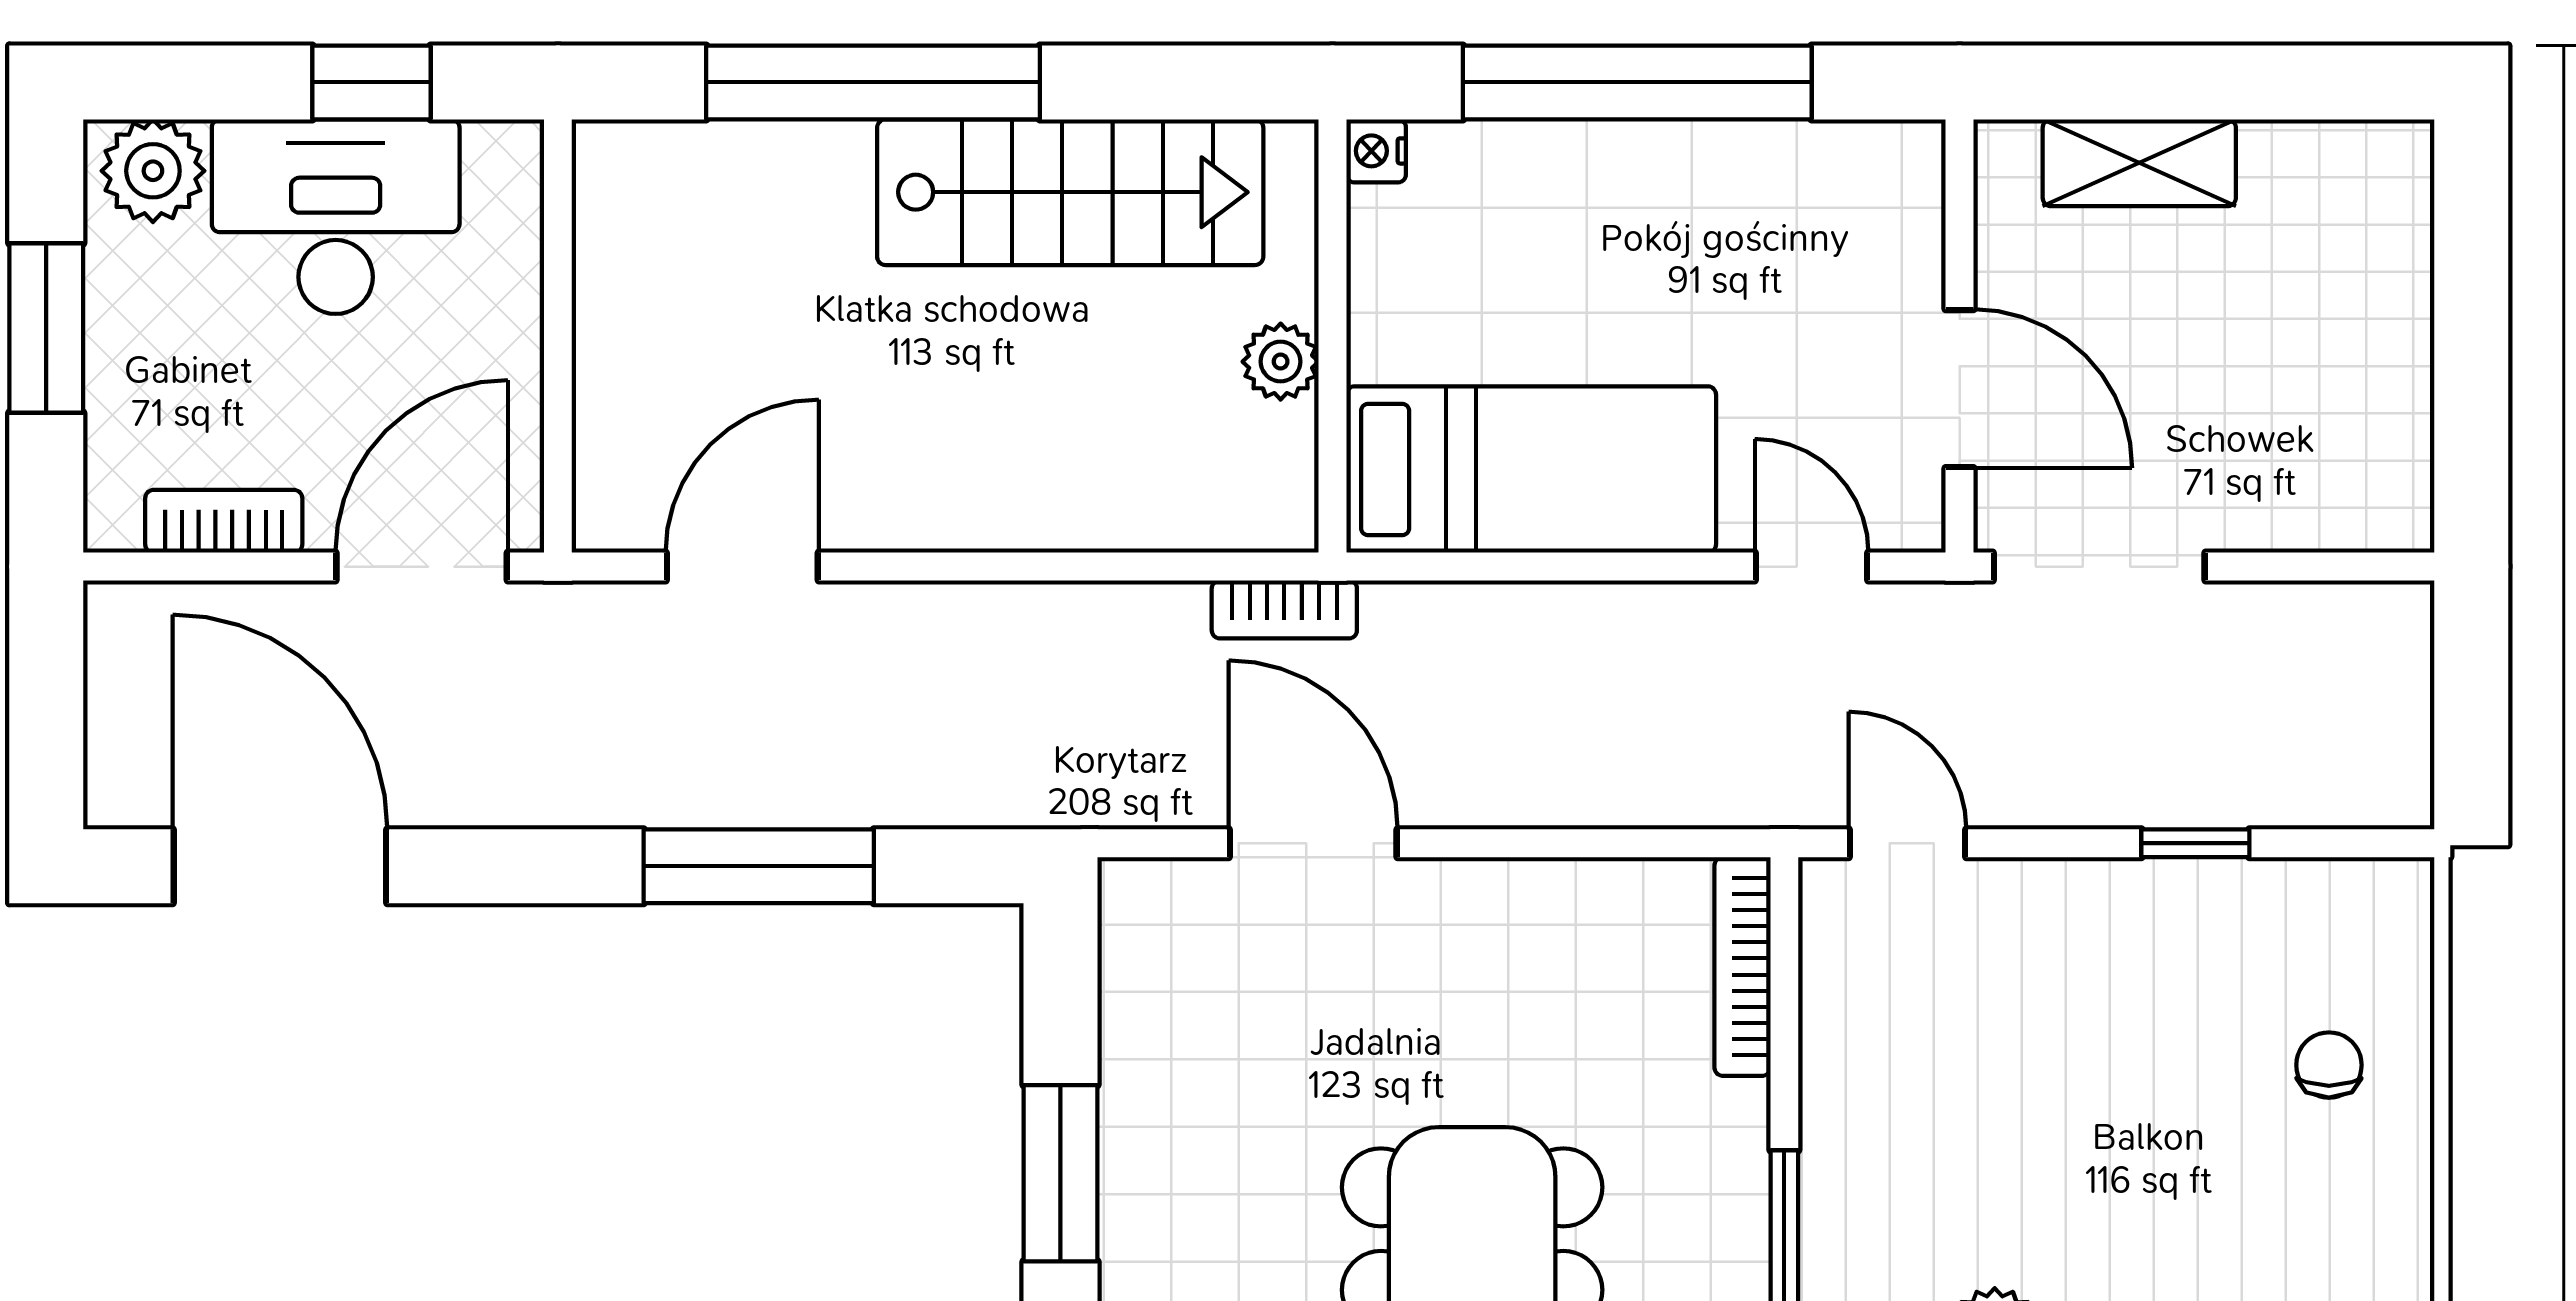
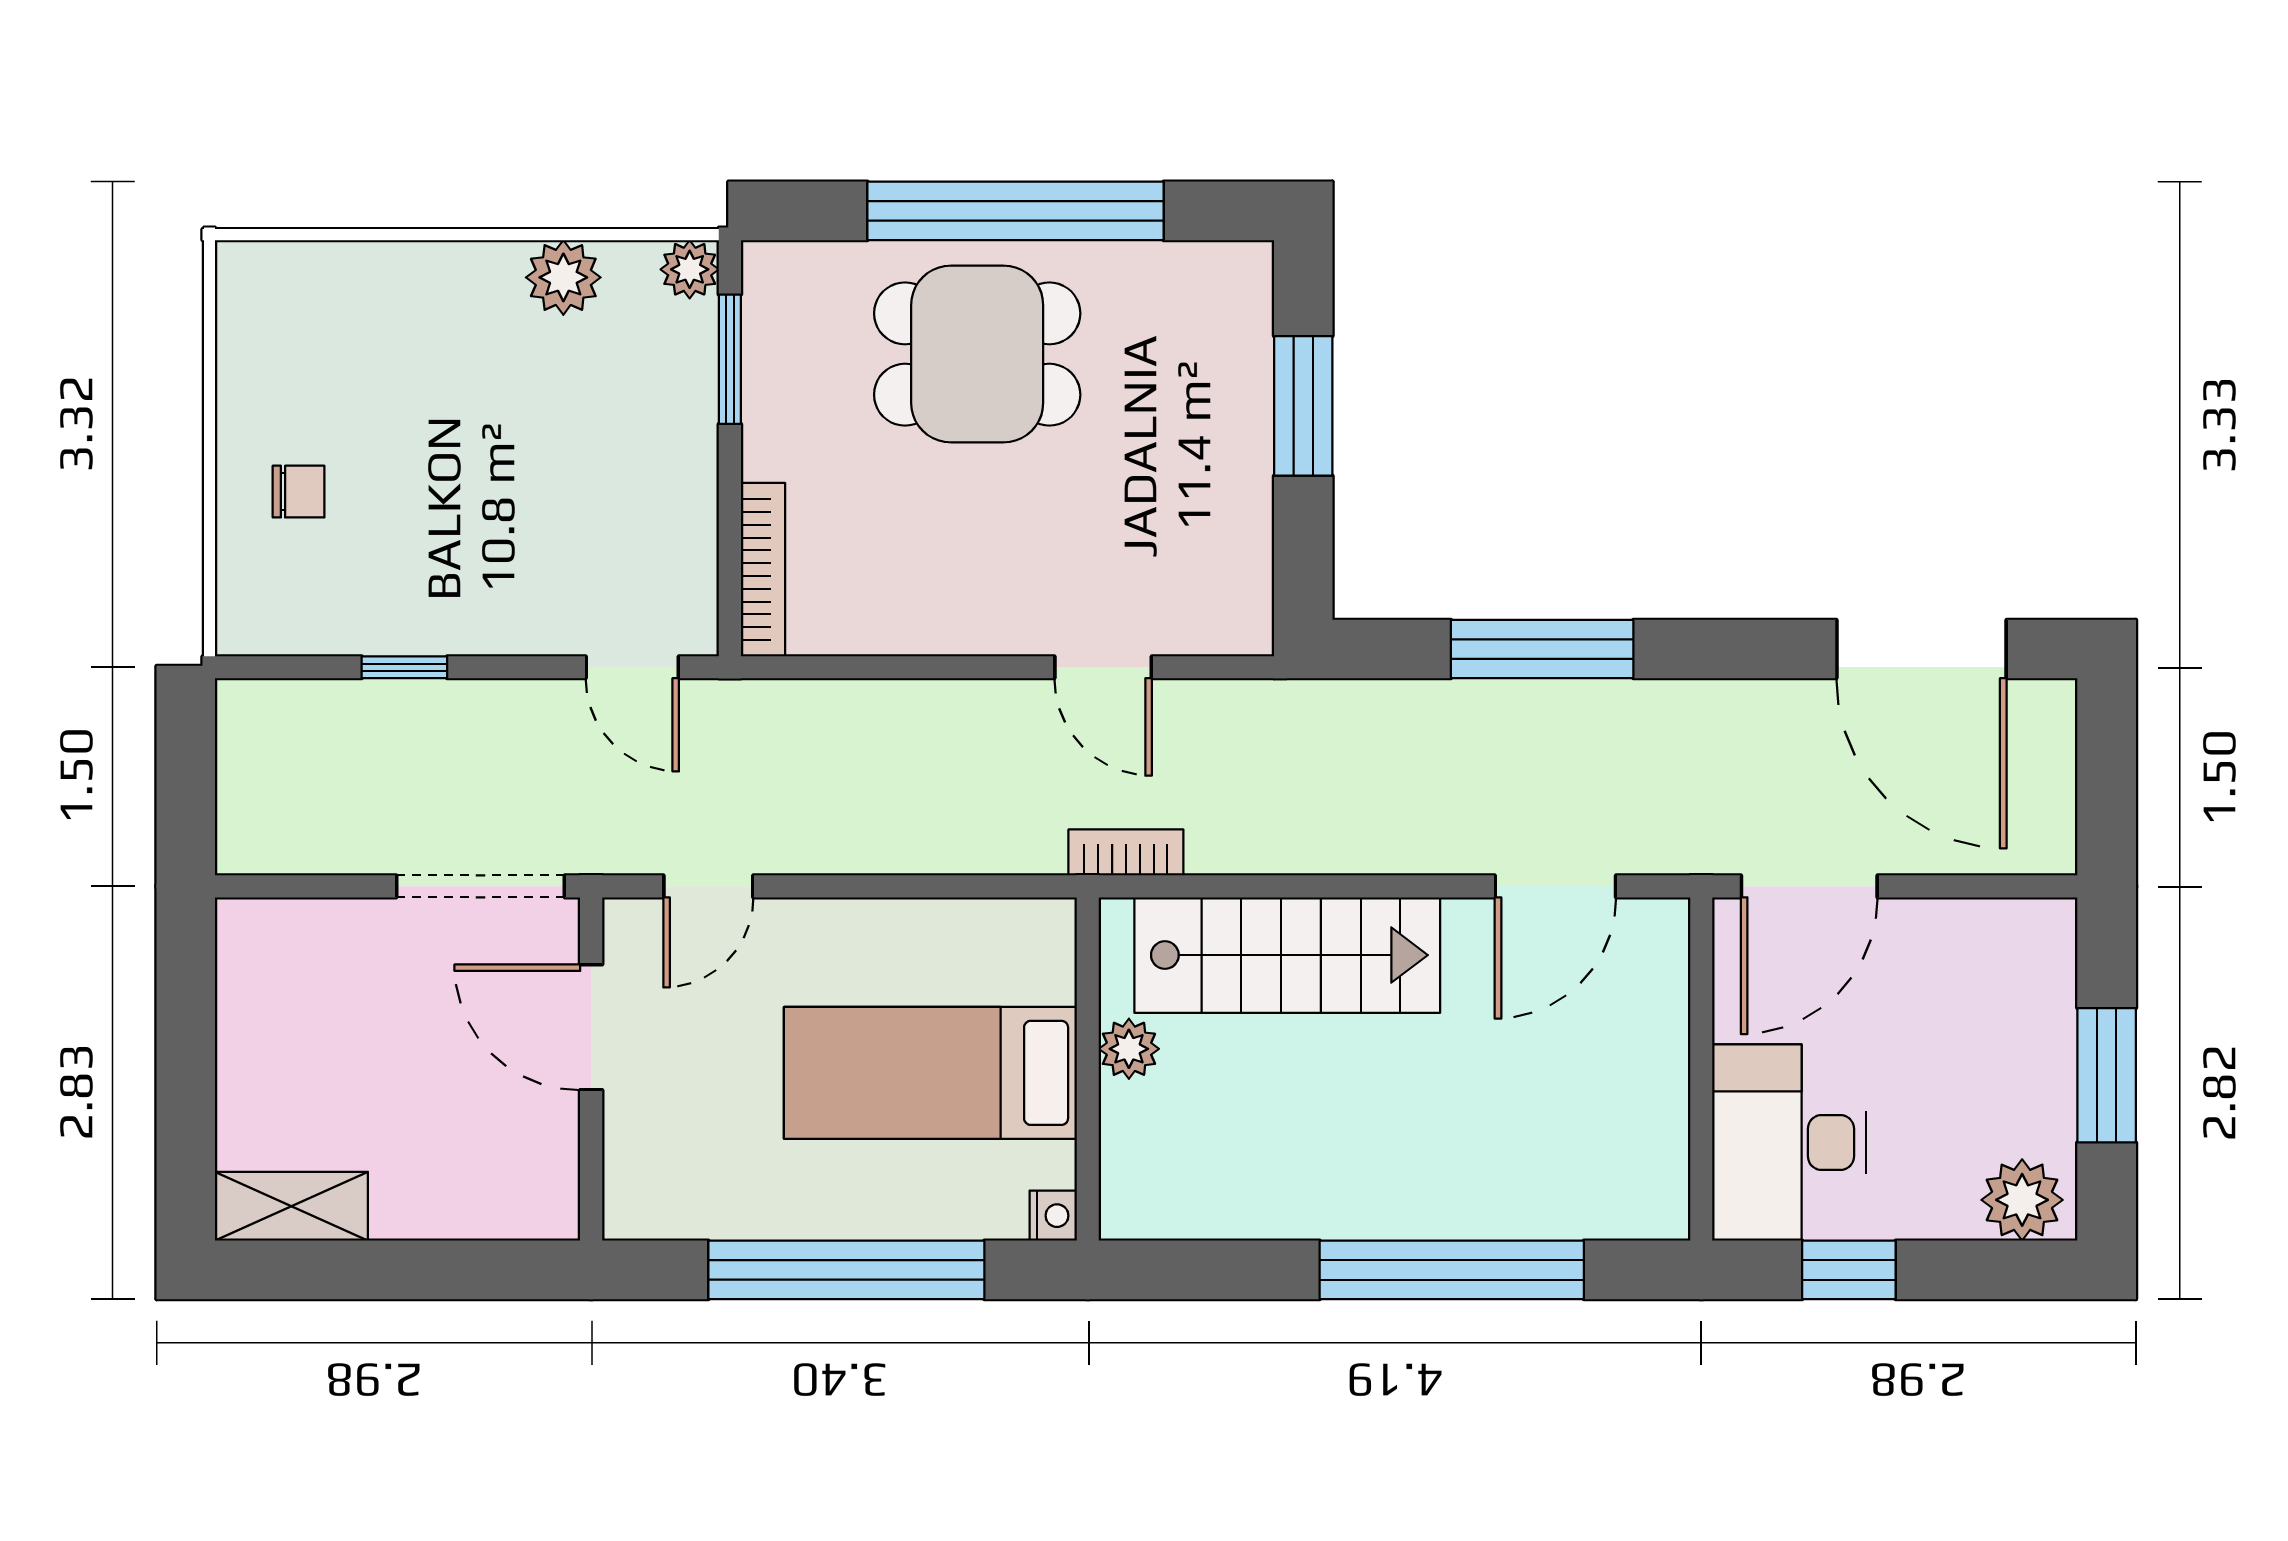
shelving: (2139, 163) -> (291, 1206), moved
stairs: (1070, 192) -> (1287, 955), moved, turned 180
desk: (336, 217) -> (1789, 1143), moved, turned 90
bed: (1531, 470) -> (930, 1073), moved
bookcase: (224, 521) -> (1966, 922), removed
door: (1812, 567) -> (708, 886), hinge flipped
door: (1313, 843) -> (1103, 667), width x0.73
chair: (2329, 1065) -> (299, 492), turned -90

